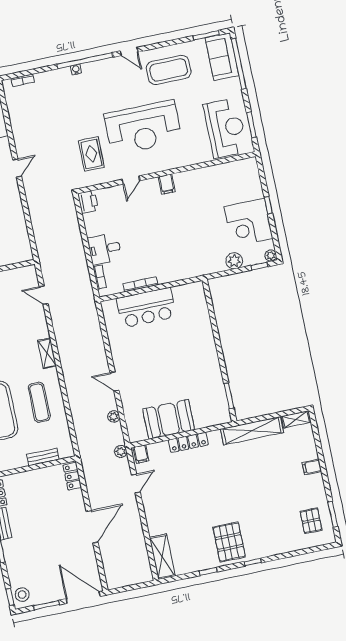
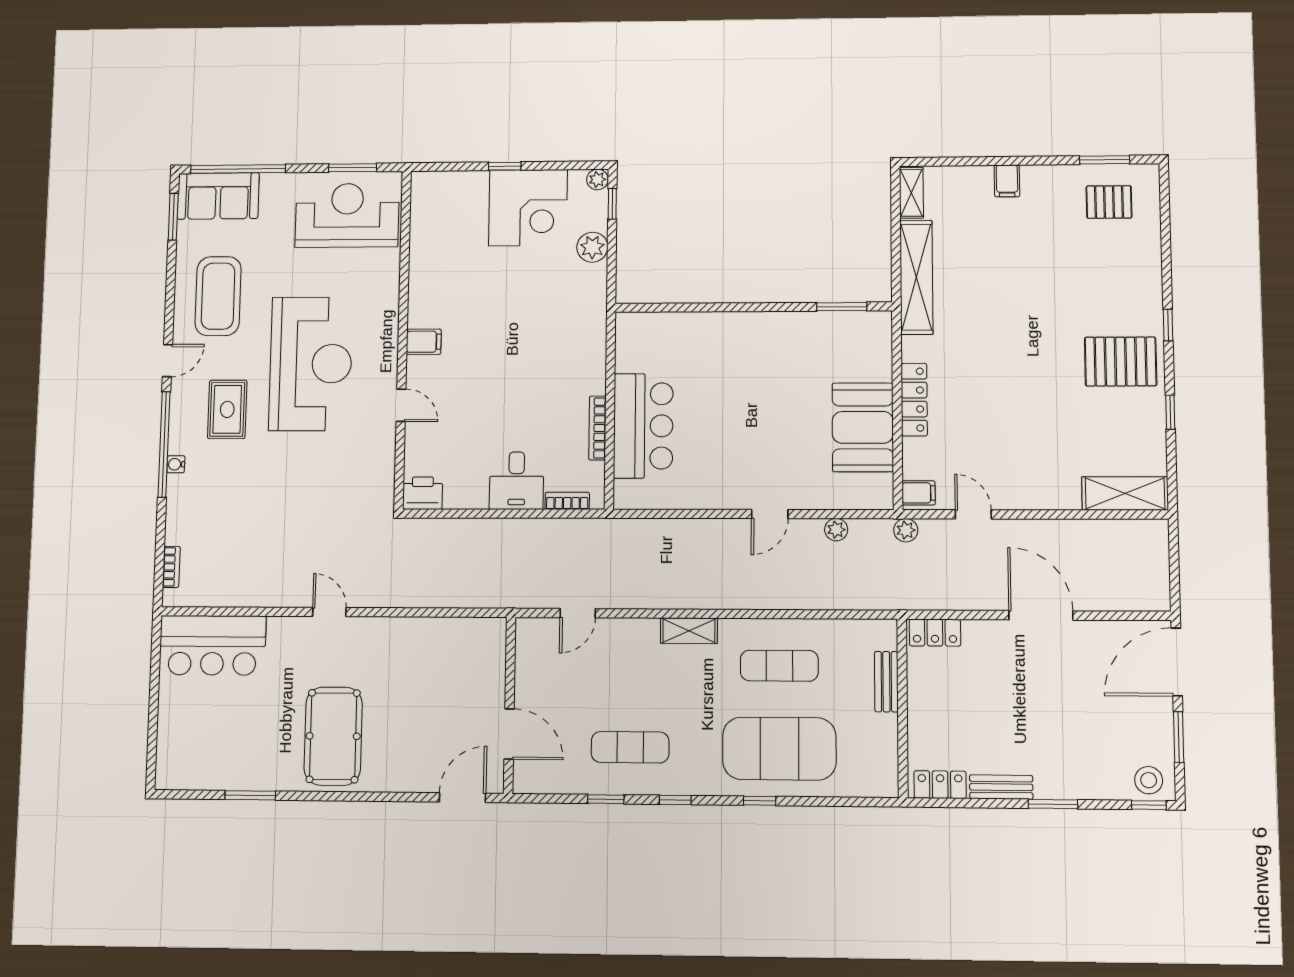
rug: (91, 154) -> (227, 409), moved, turned 90

